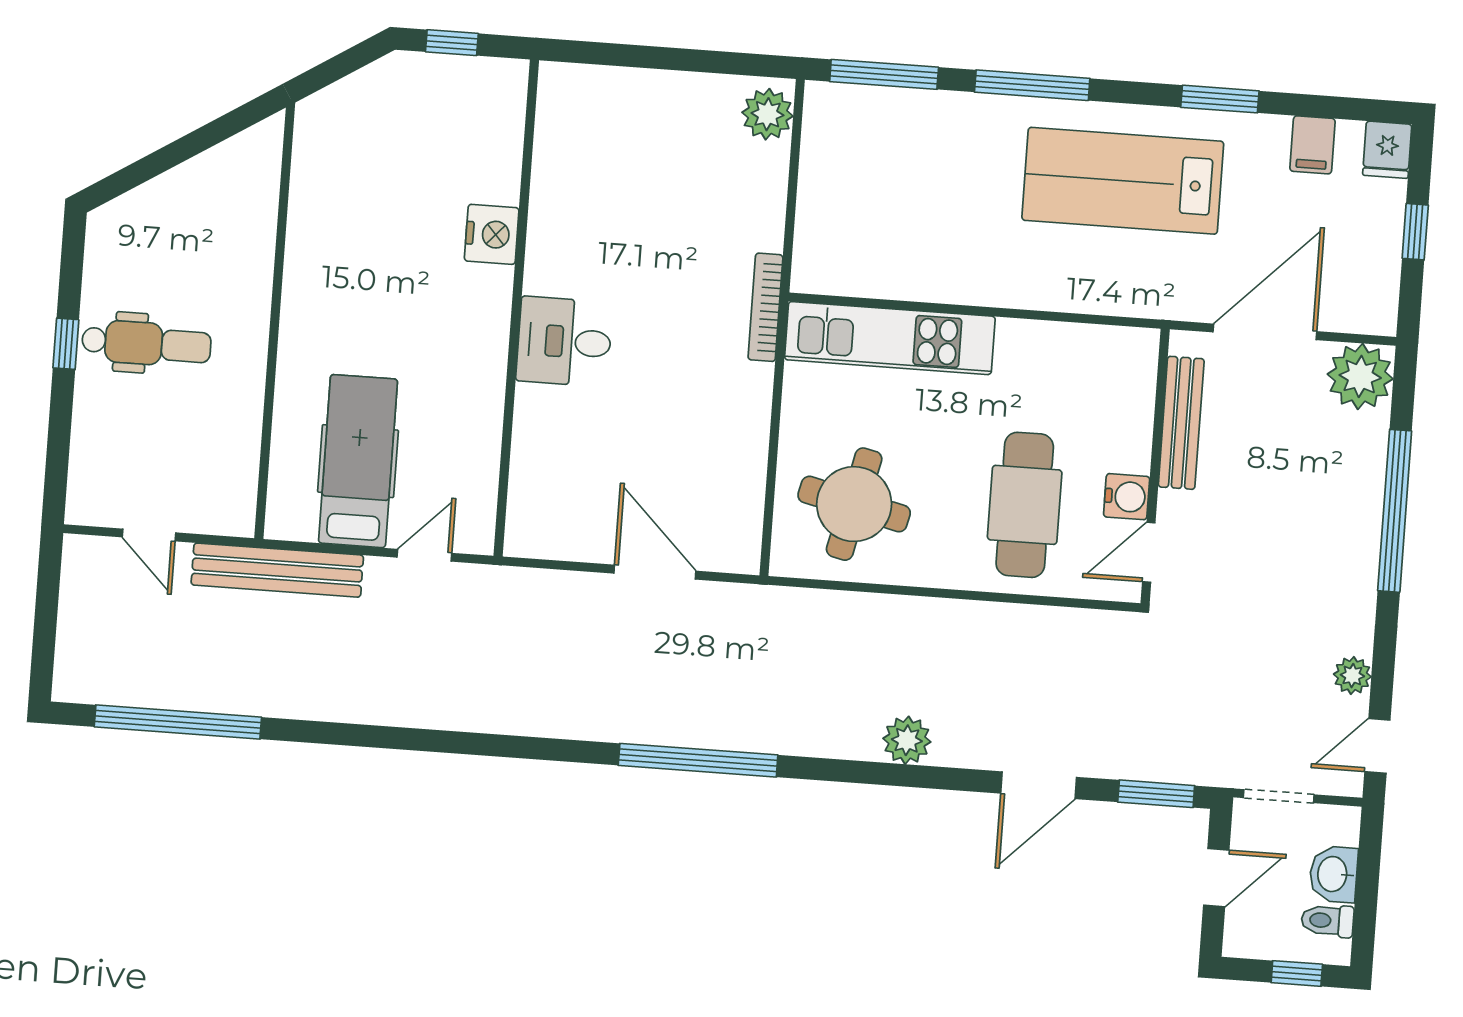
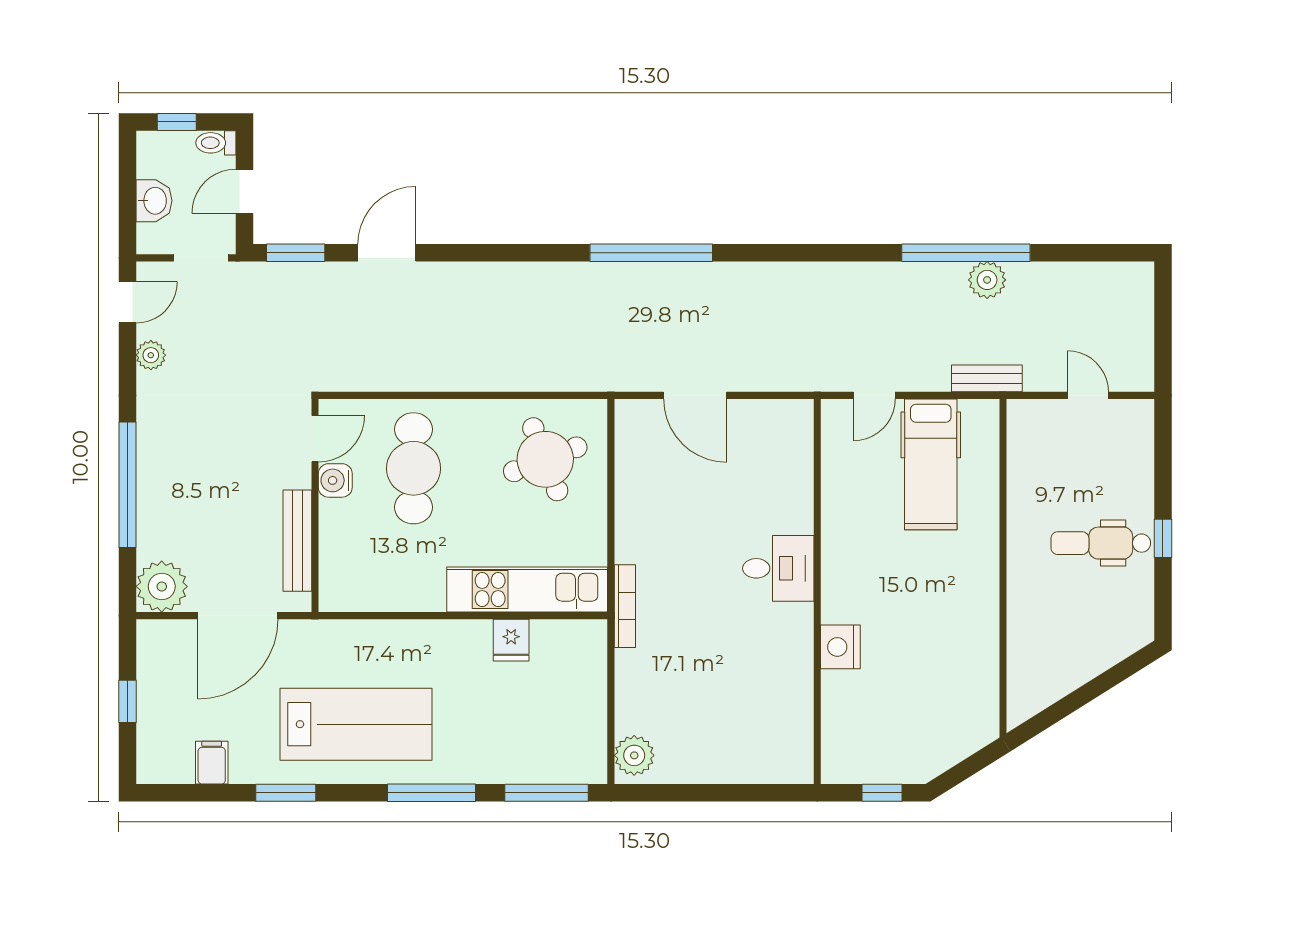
fridge: (1387, 150) -> (511, 640), moved, turned 180
round table: (854, 504) -> (545, 459), turned -34
bench: (277, 570) -> (987, 378), width x0.54, depth x0.82
window: (178, 722) -> (966, 253), moved
plant: (907, 740) -> (987, 280), moved
toilet: (1328, 921) -> (216, 143), moved, turned 180

